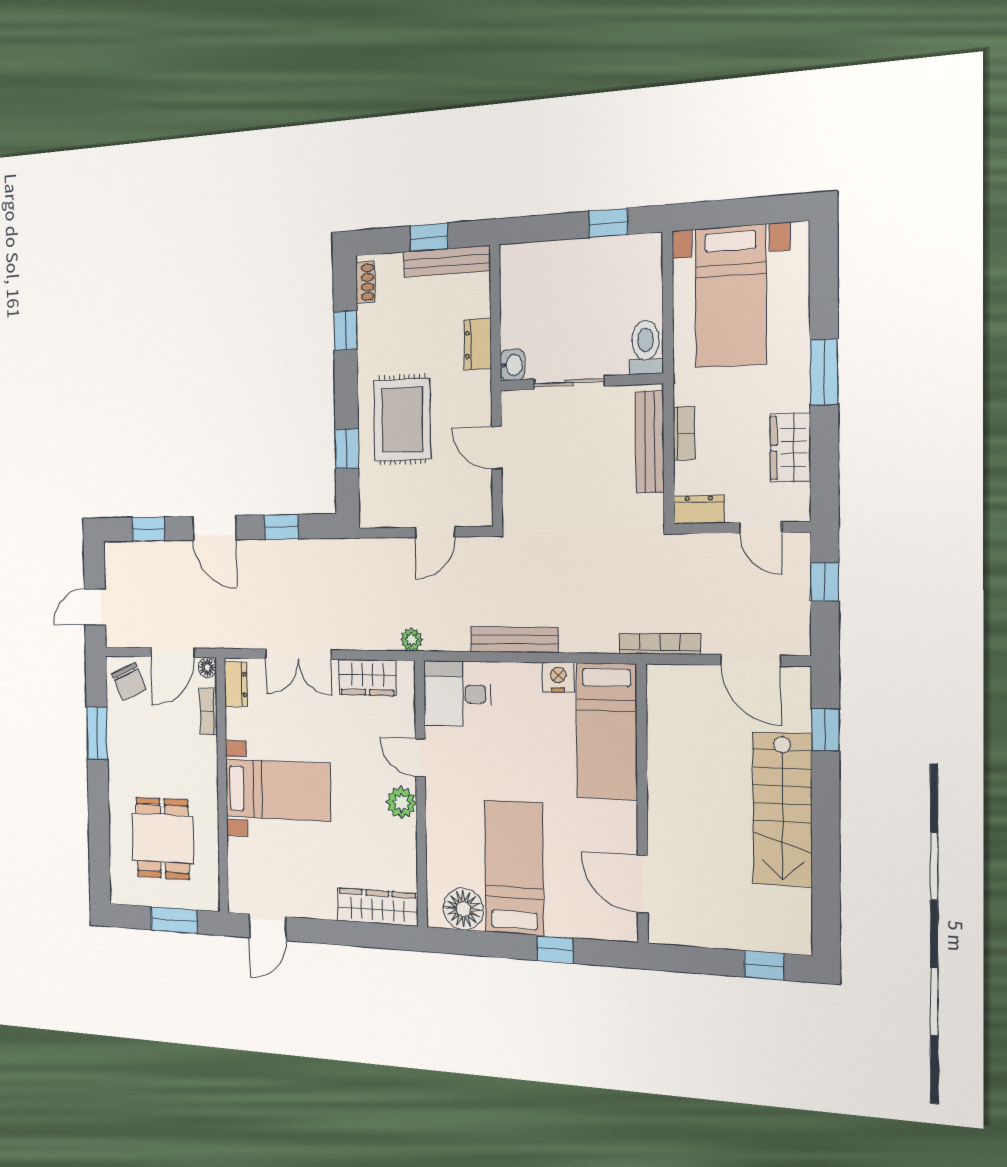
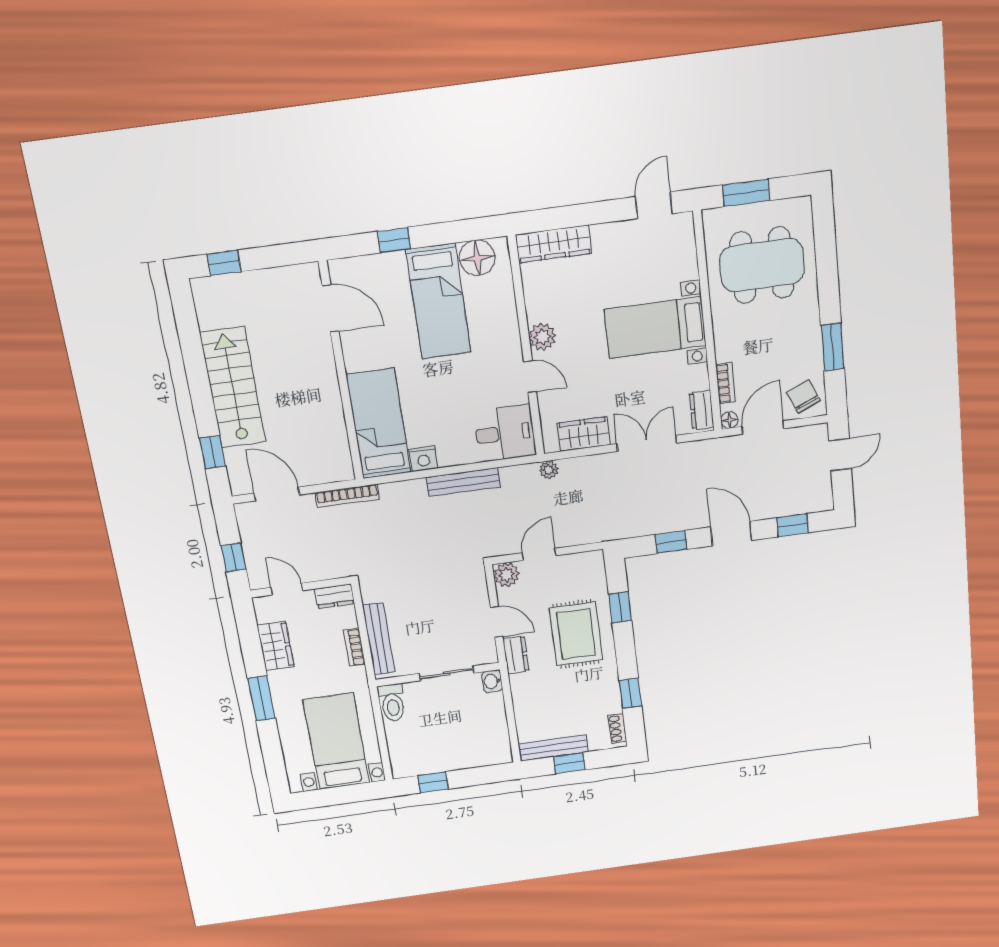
dresser: (478, 344) -> (516, 655), moved
plant: (477, 510) -> (507, 575), added
dining table: (163, 838) -> (762, 265), width x1.38

